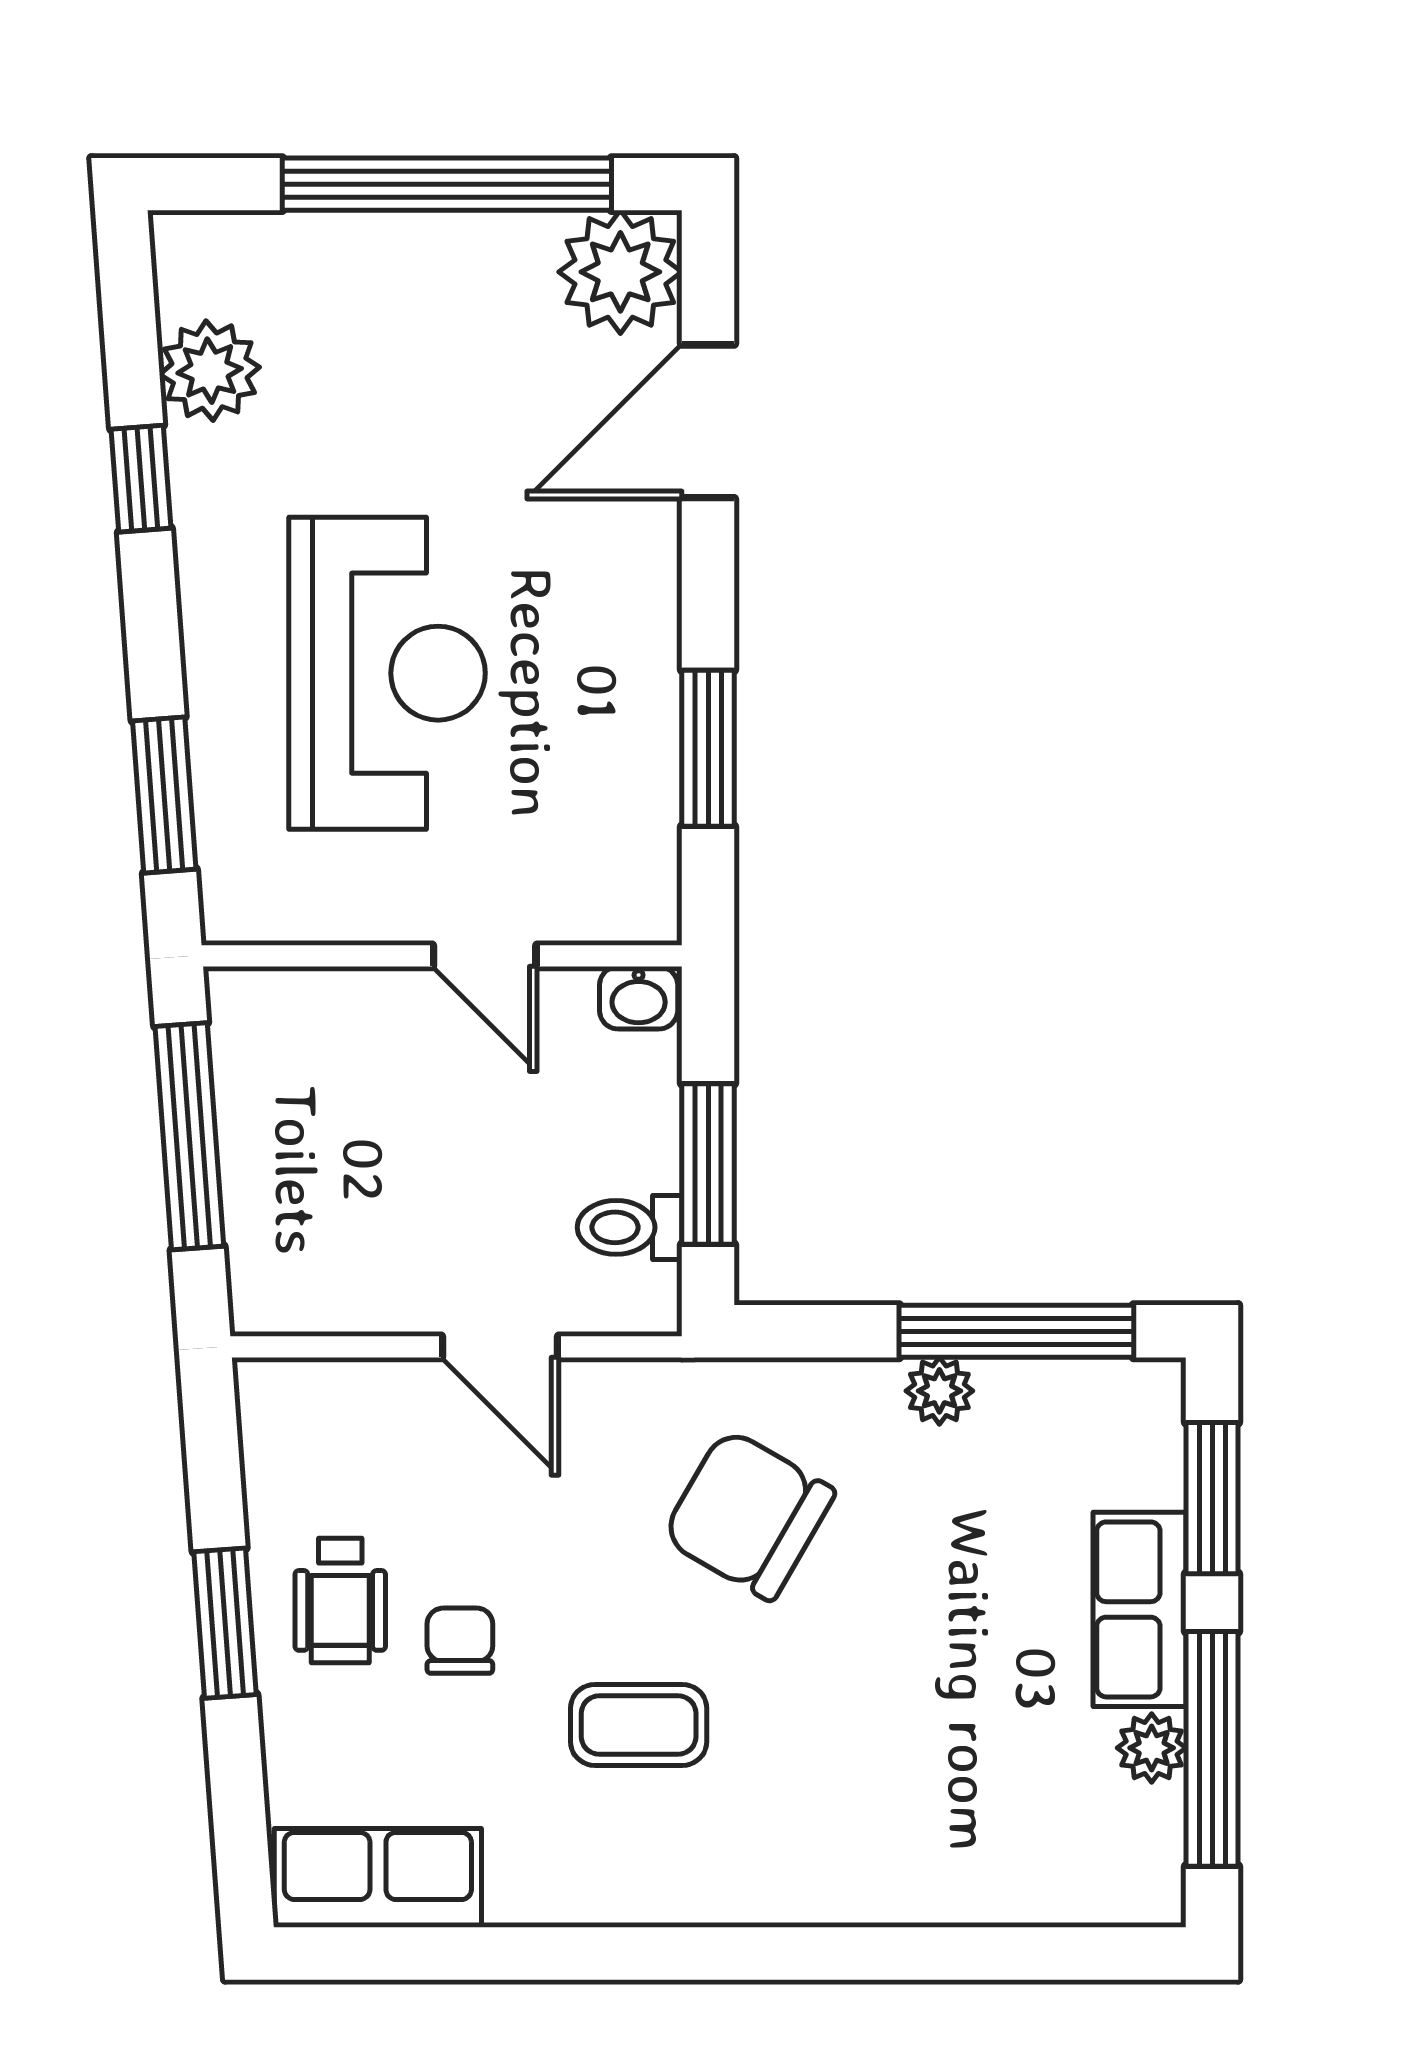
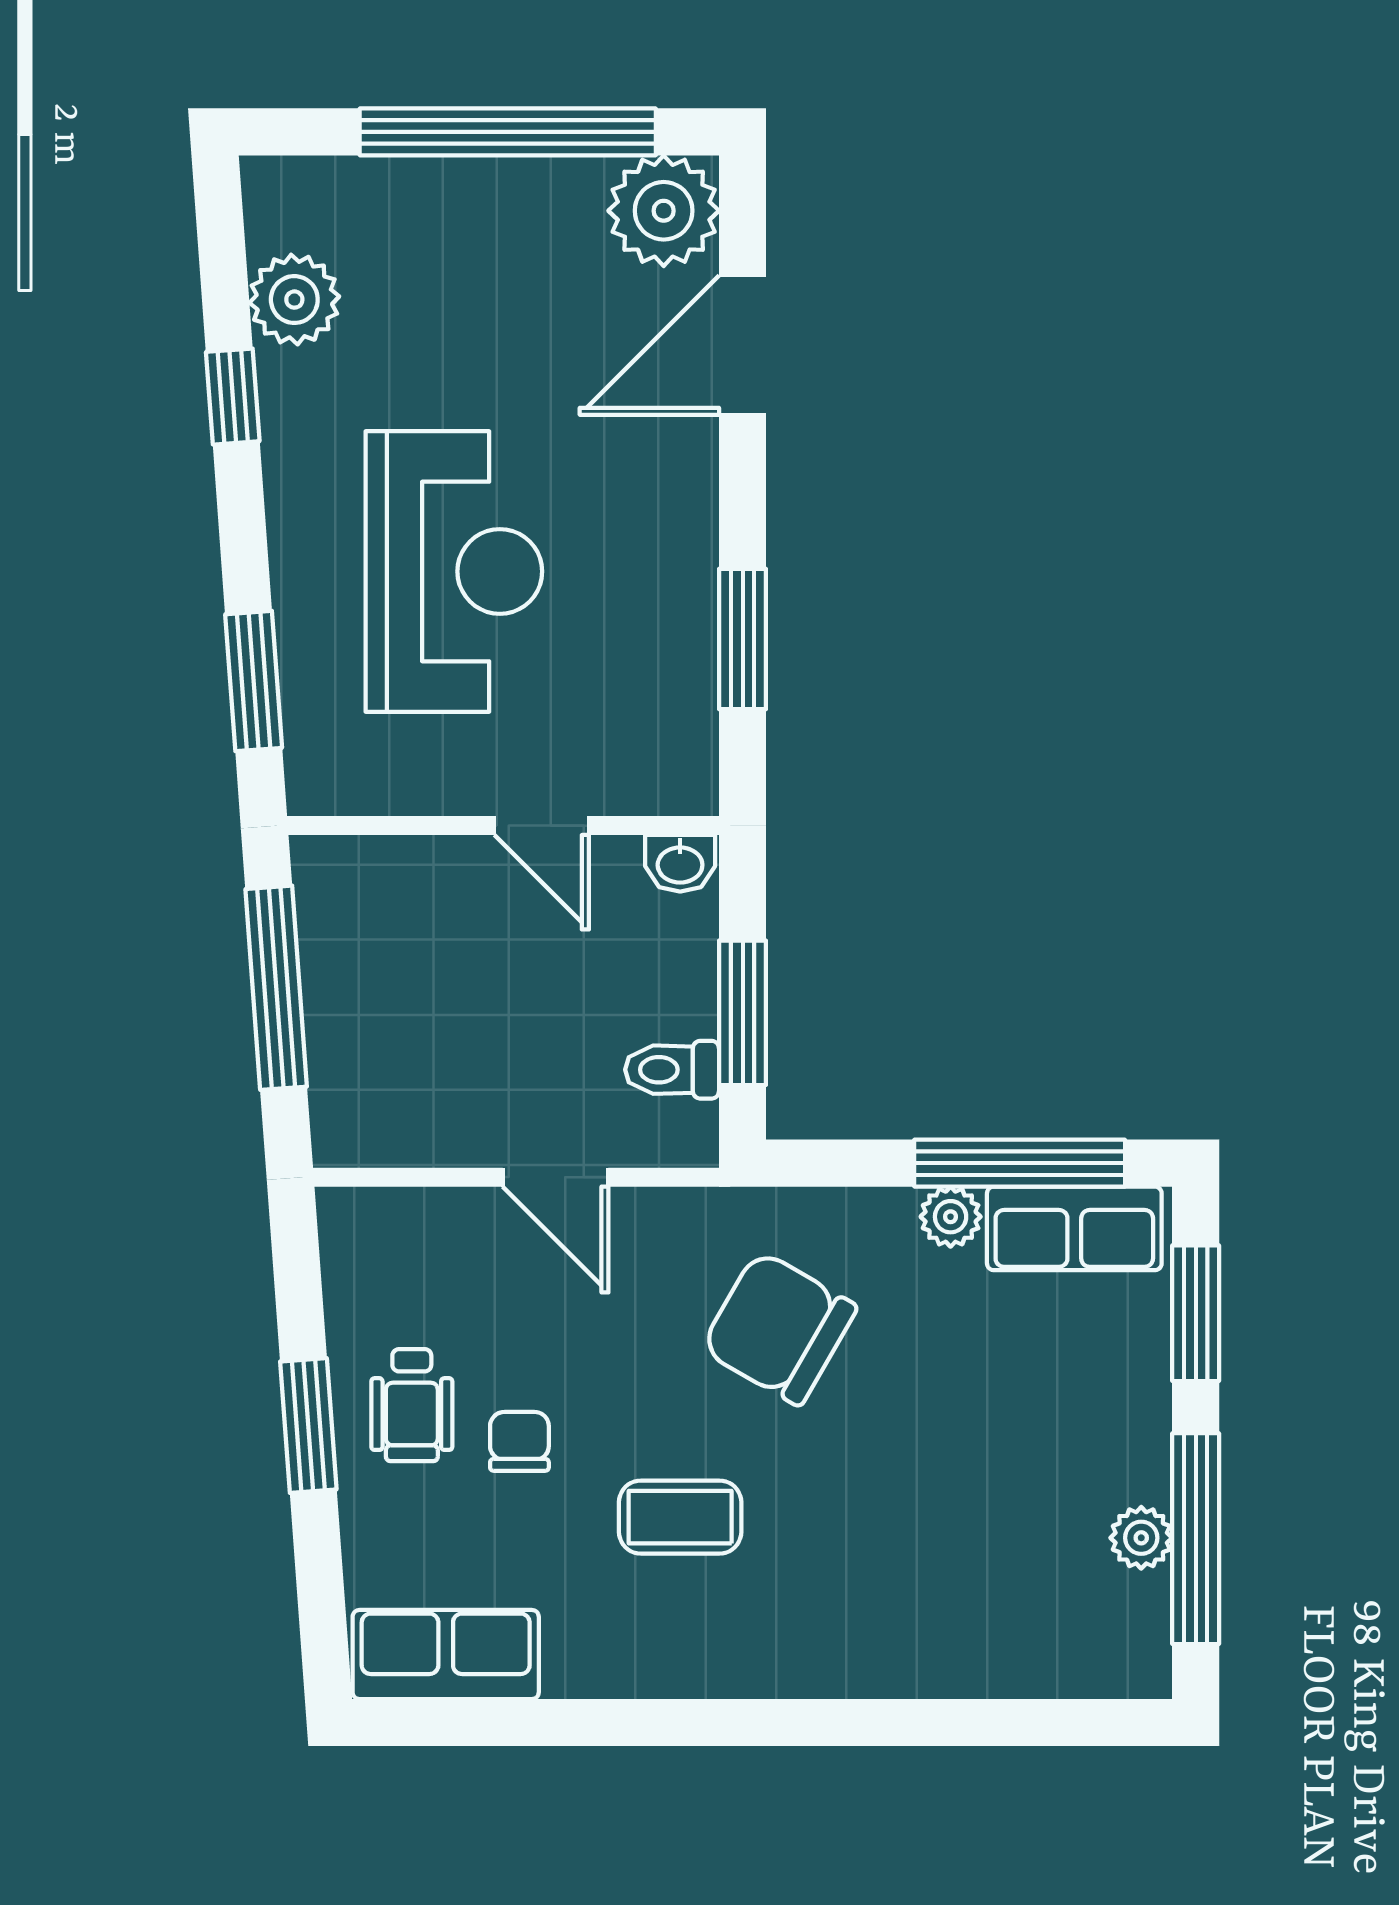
row of seats: (1140, 1609) -> (1074, 1228), moved, turned -90

